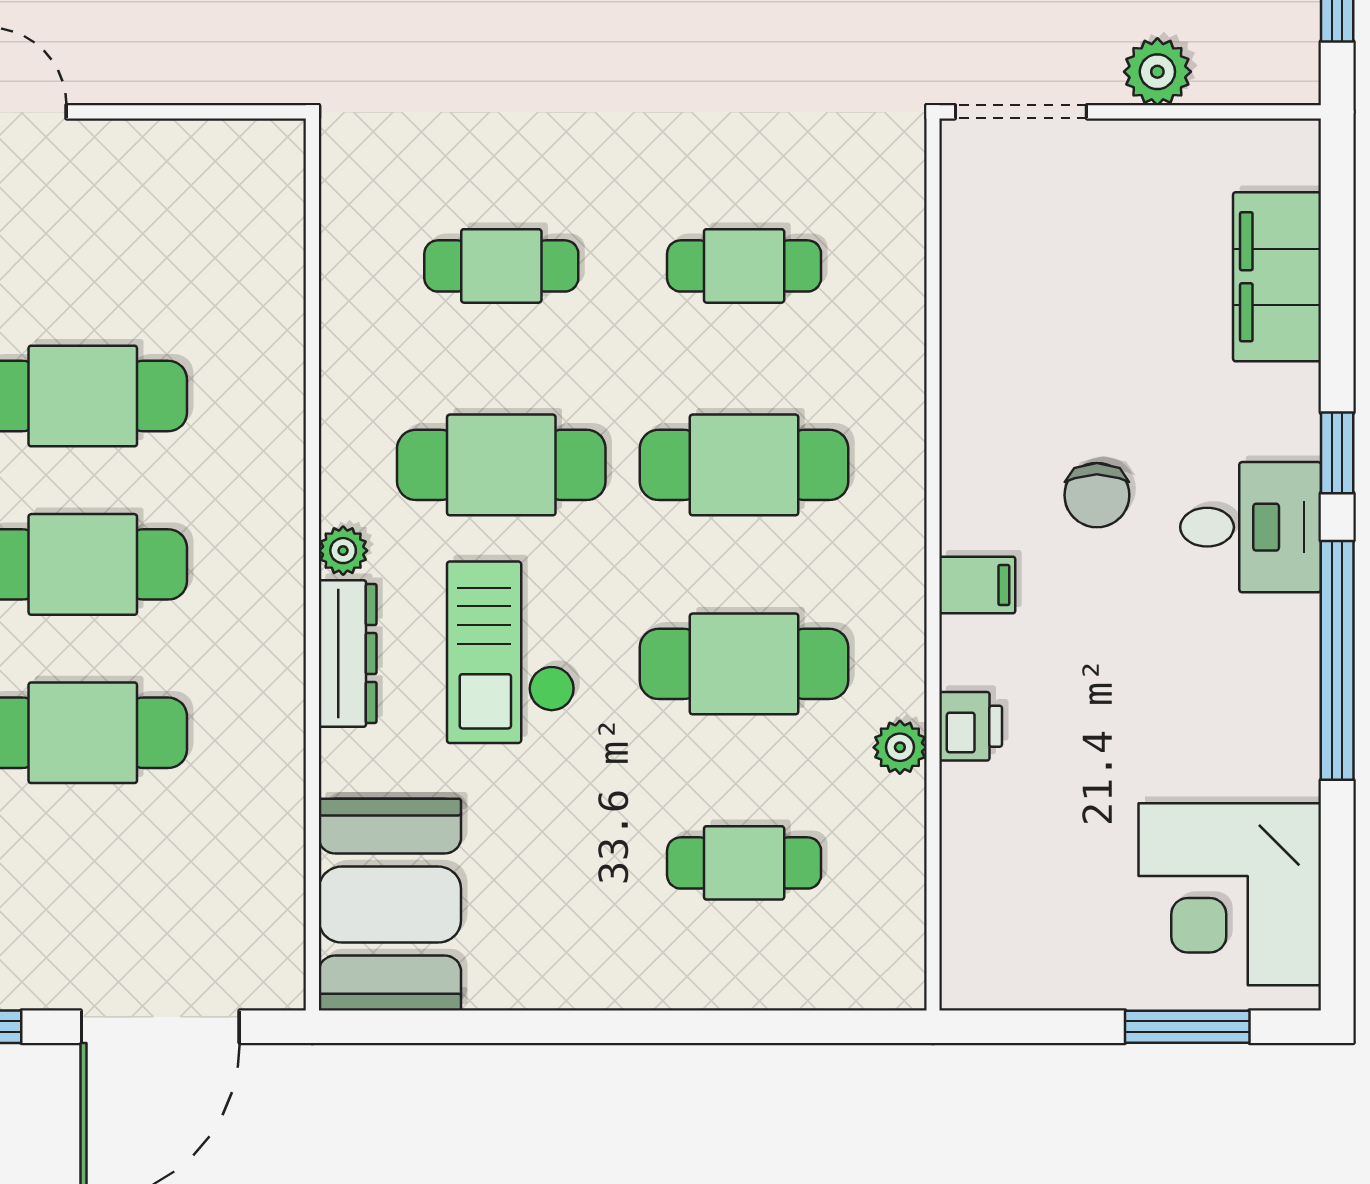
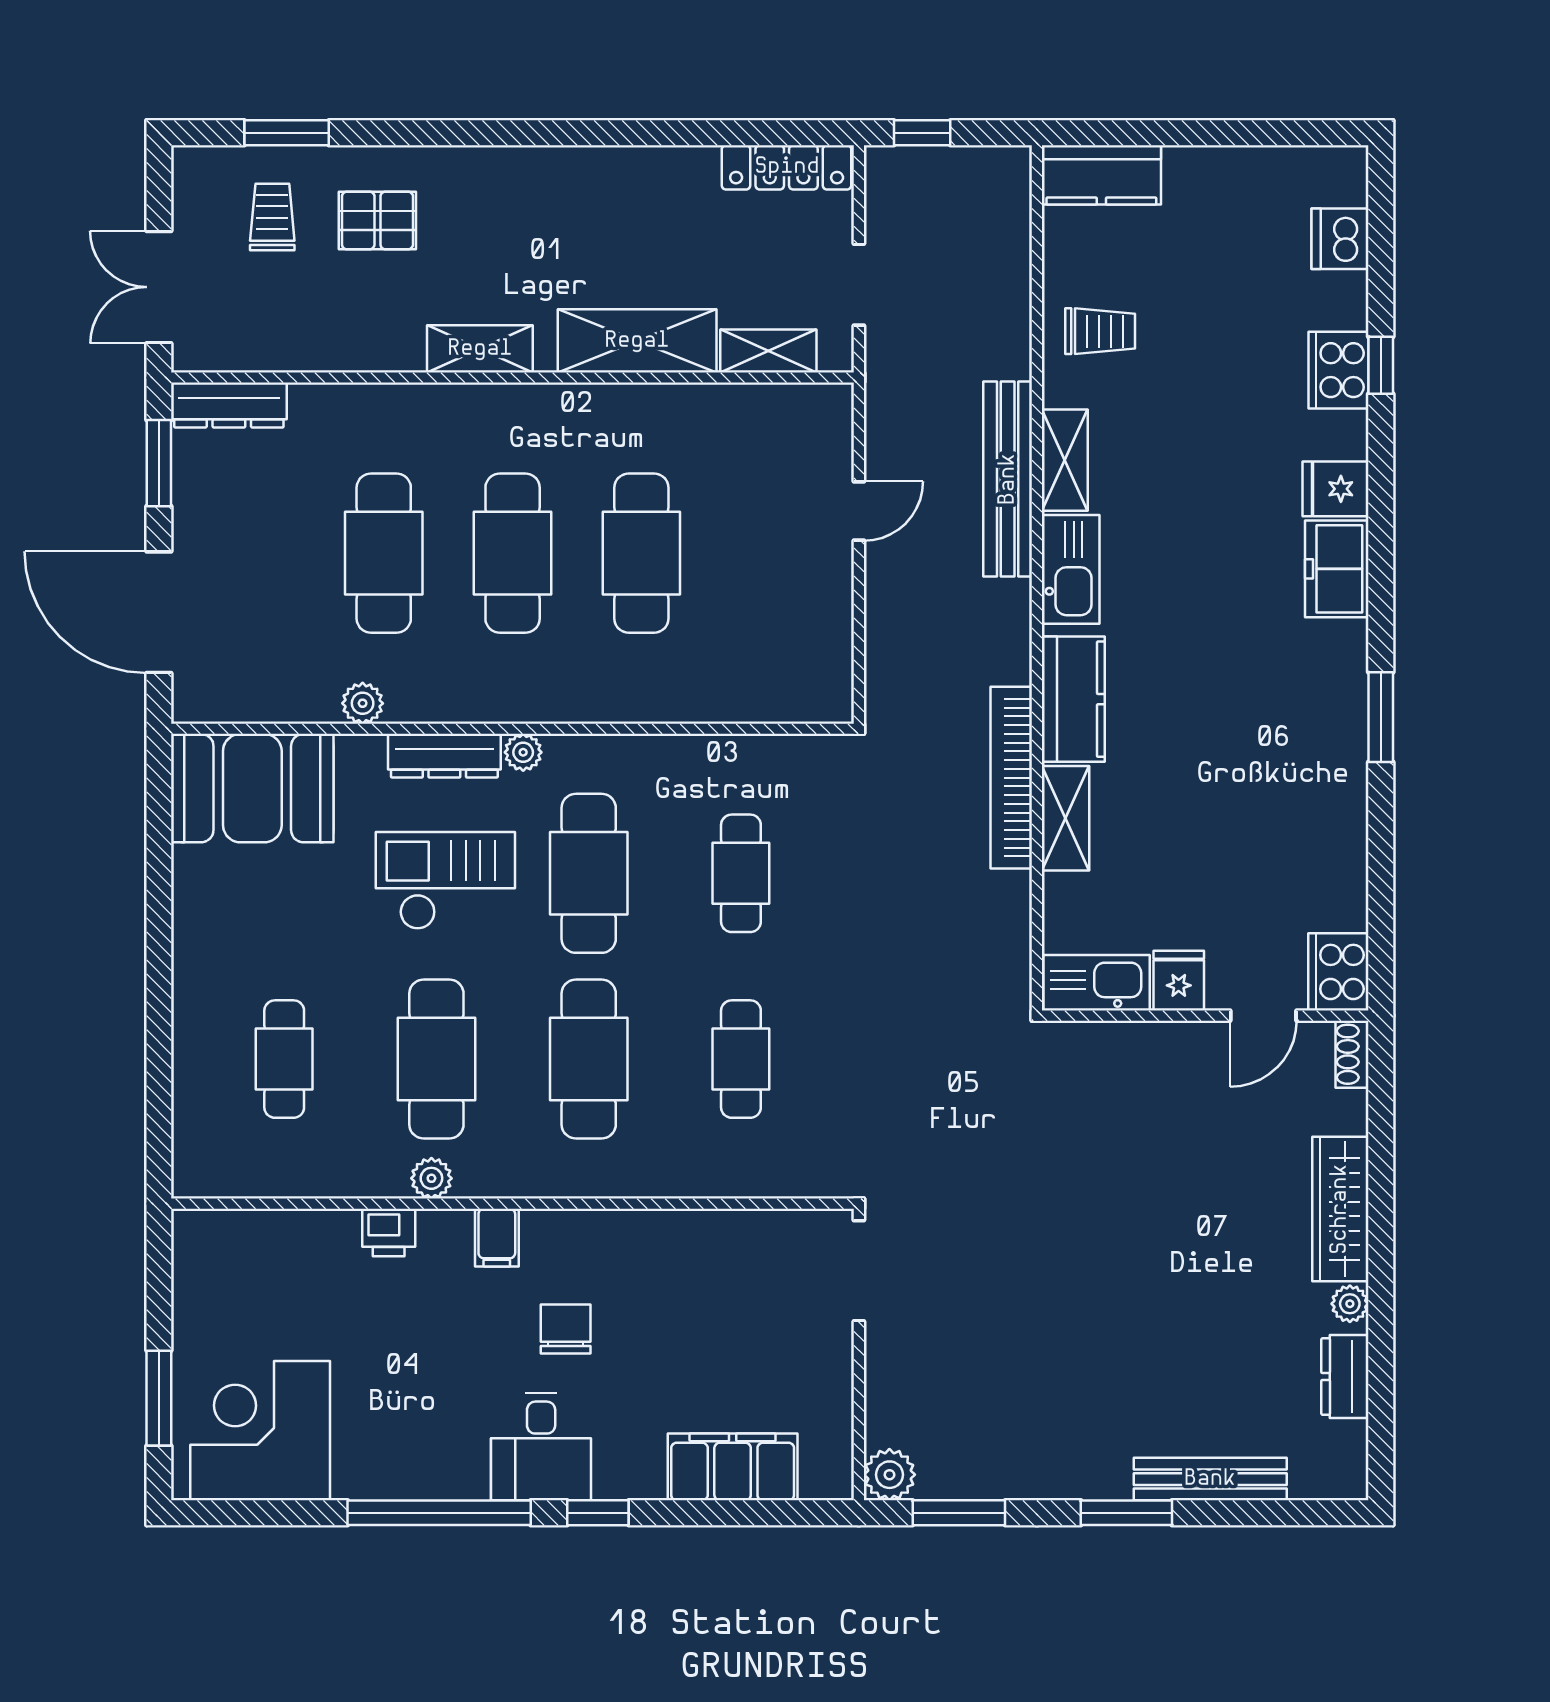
plant: (1157, 72) -> (889, 1475), moved
chair: (1097, 495) -> (566, 1329), turned 90
plant: (900, 747) -> (431, 1178), moved
plant: (279, 760) -> (363, 703), added

